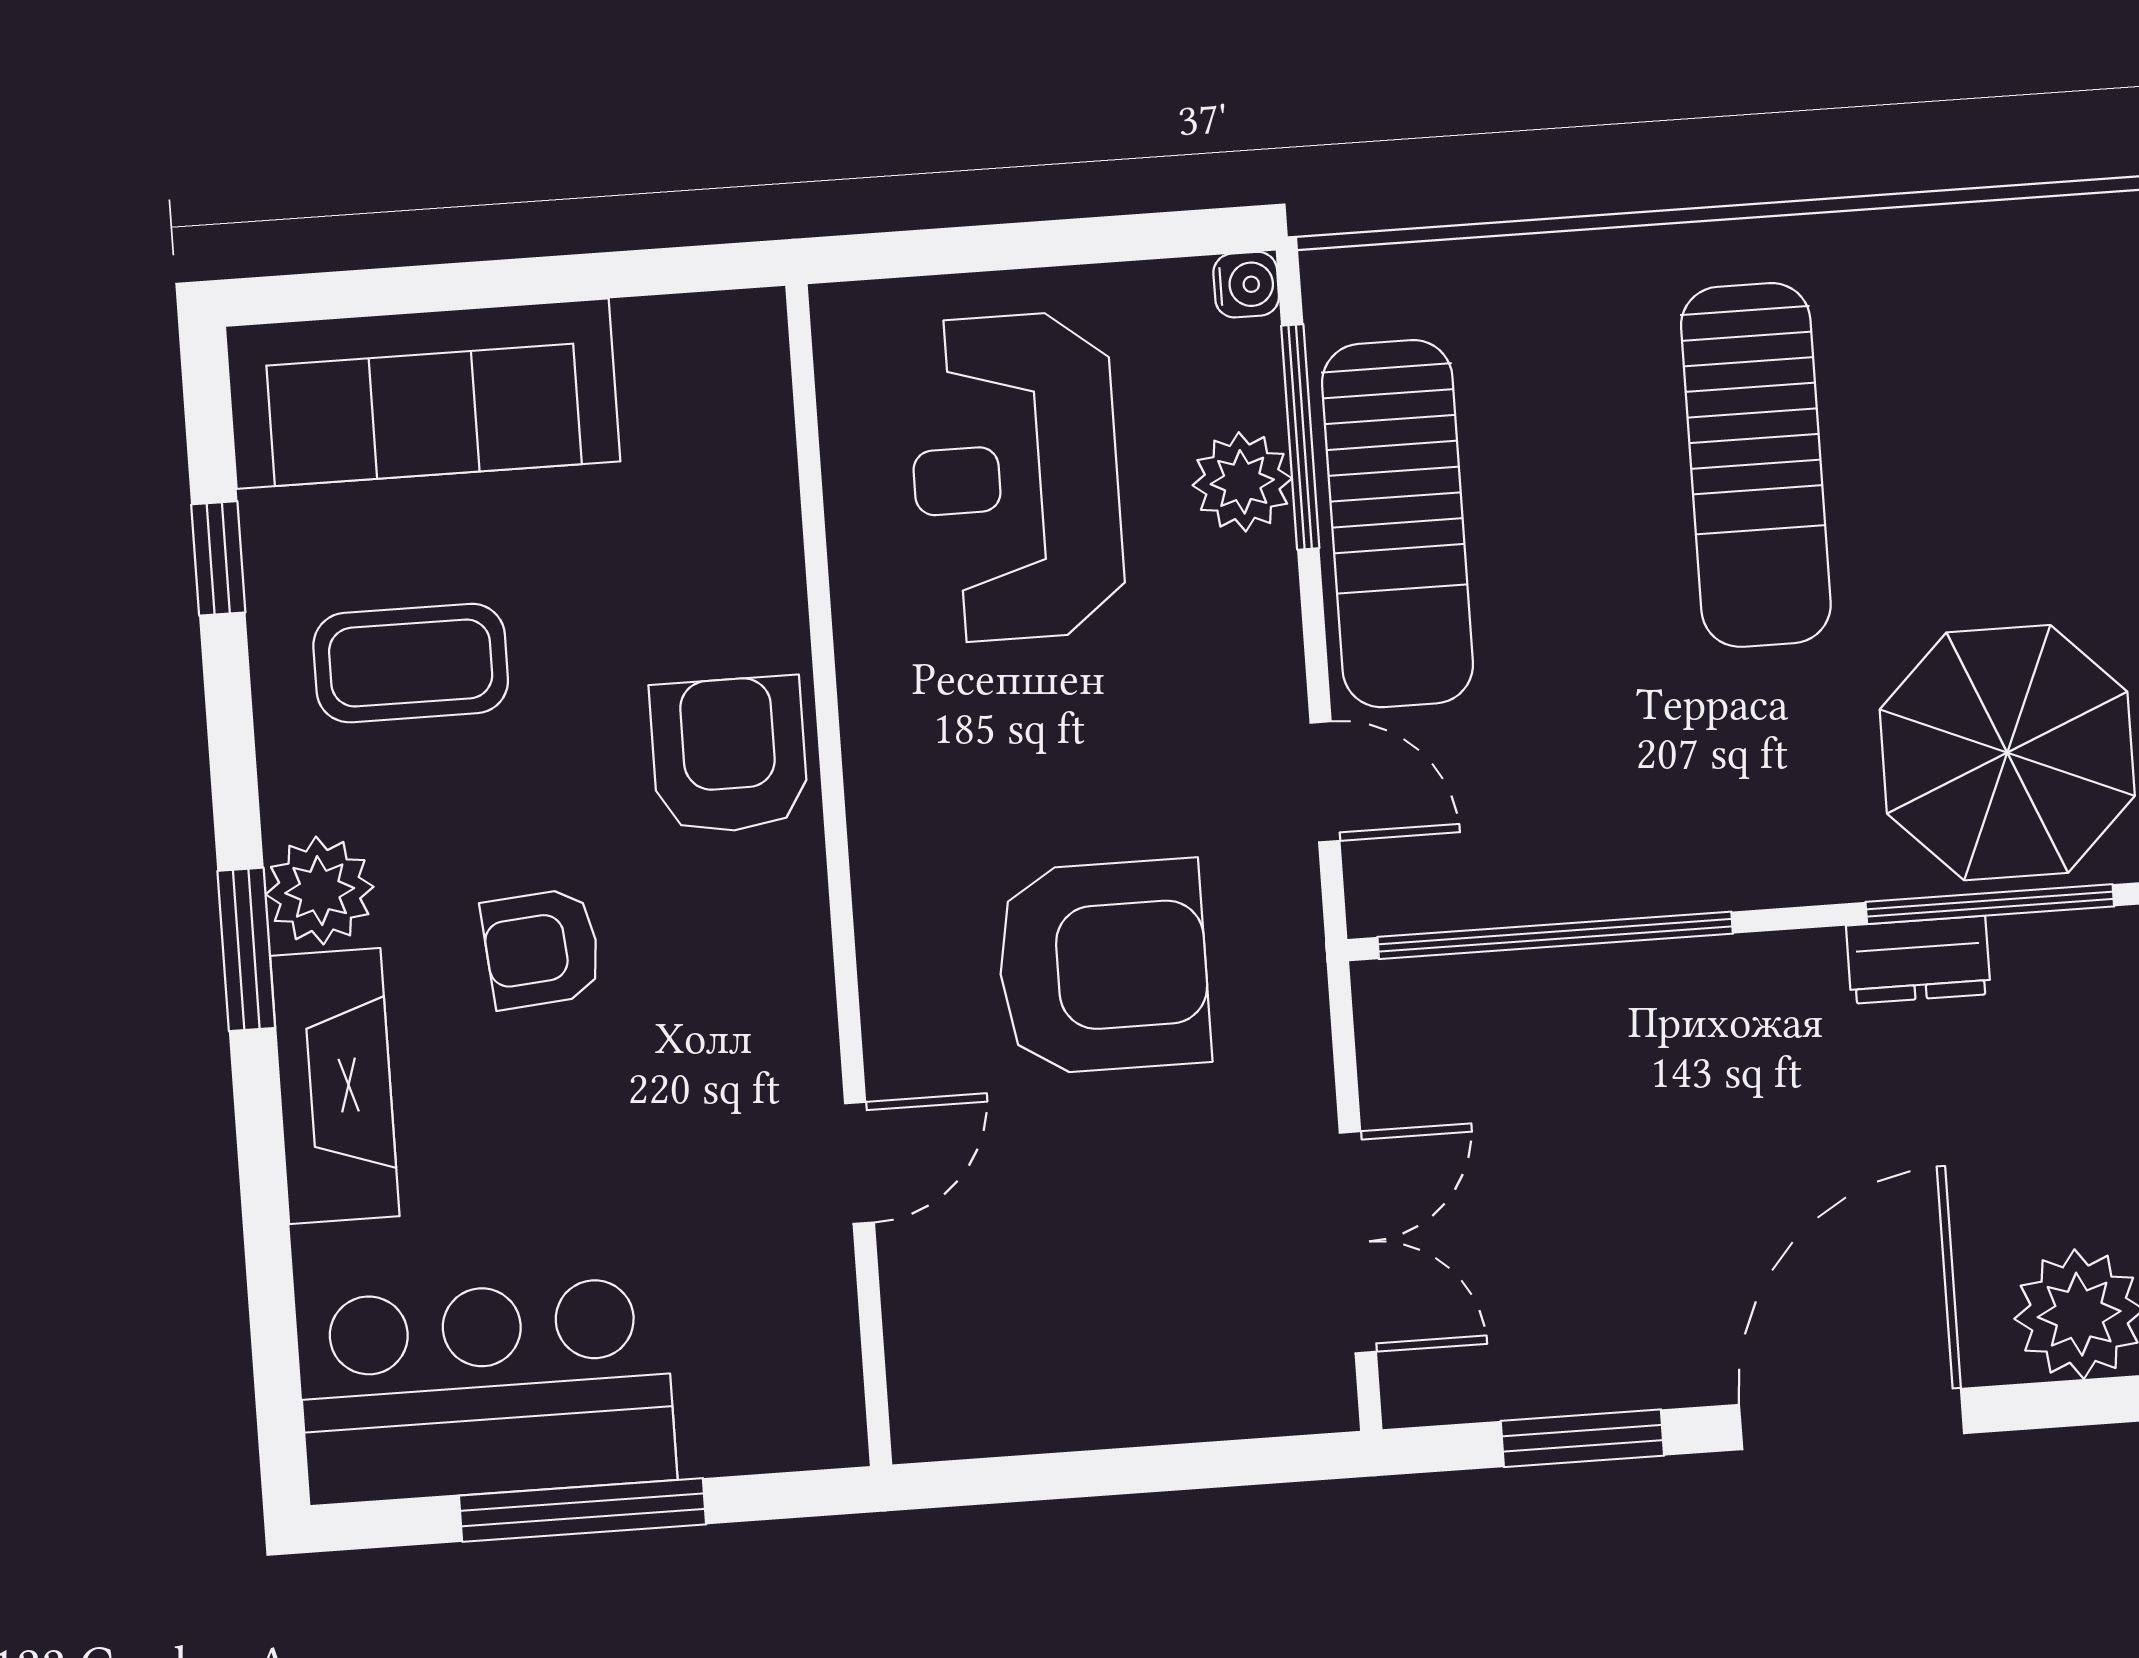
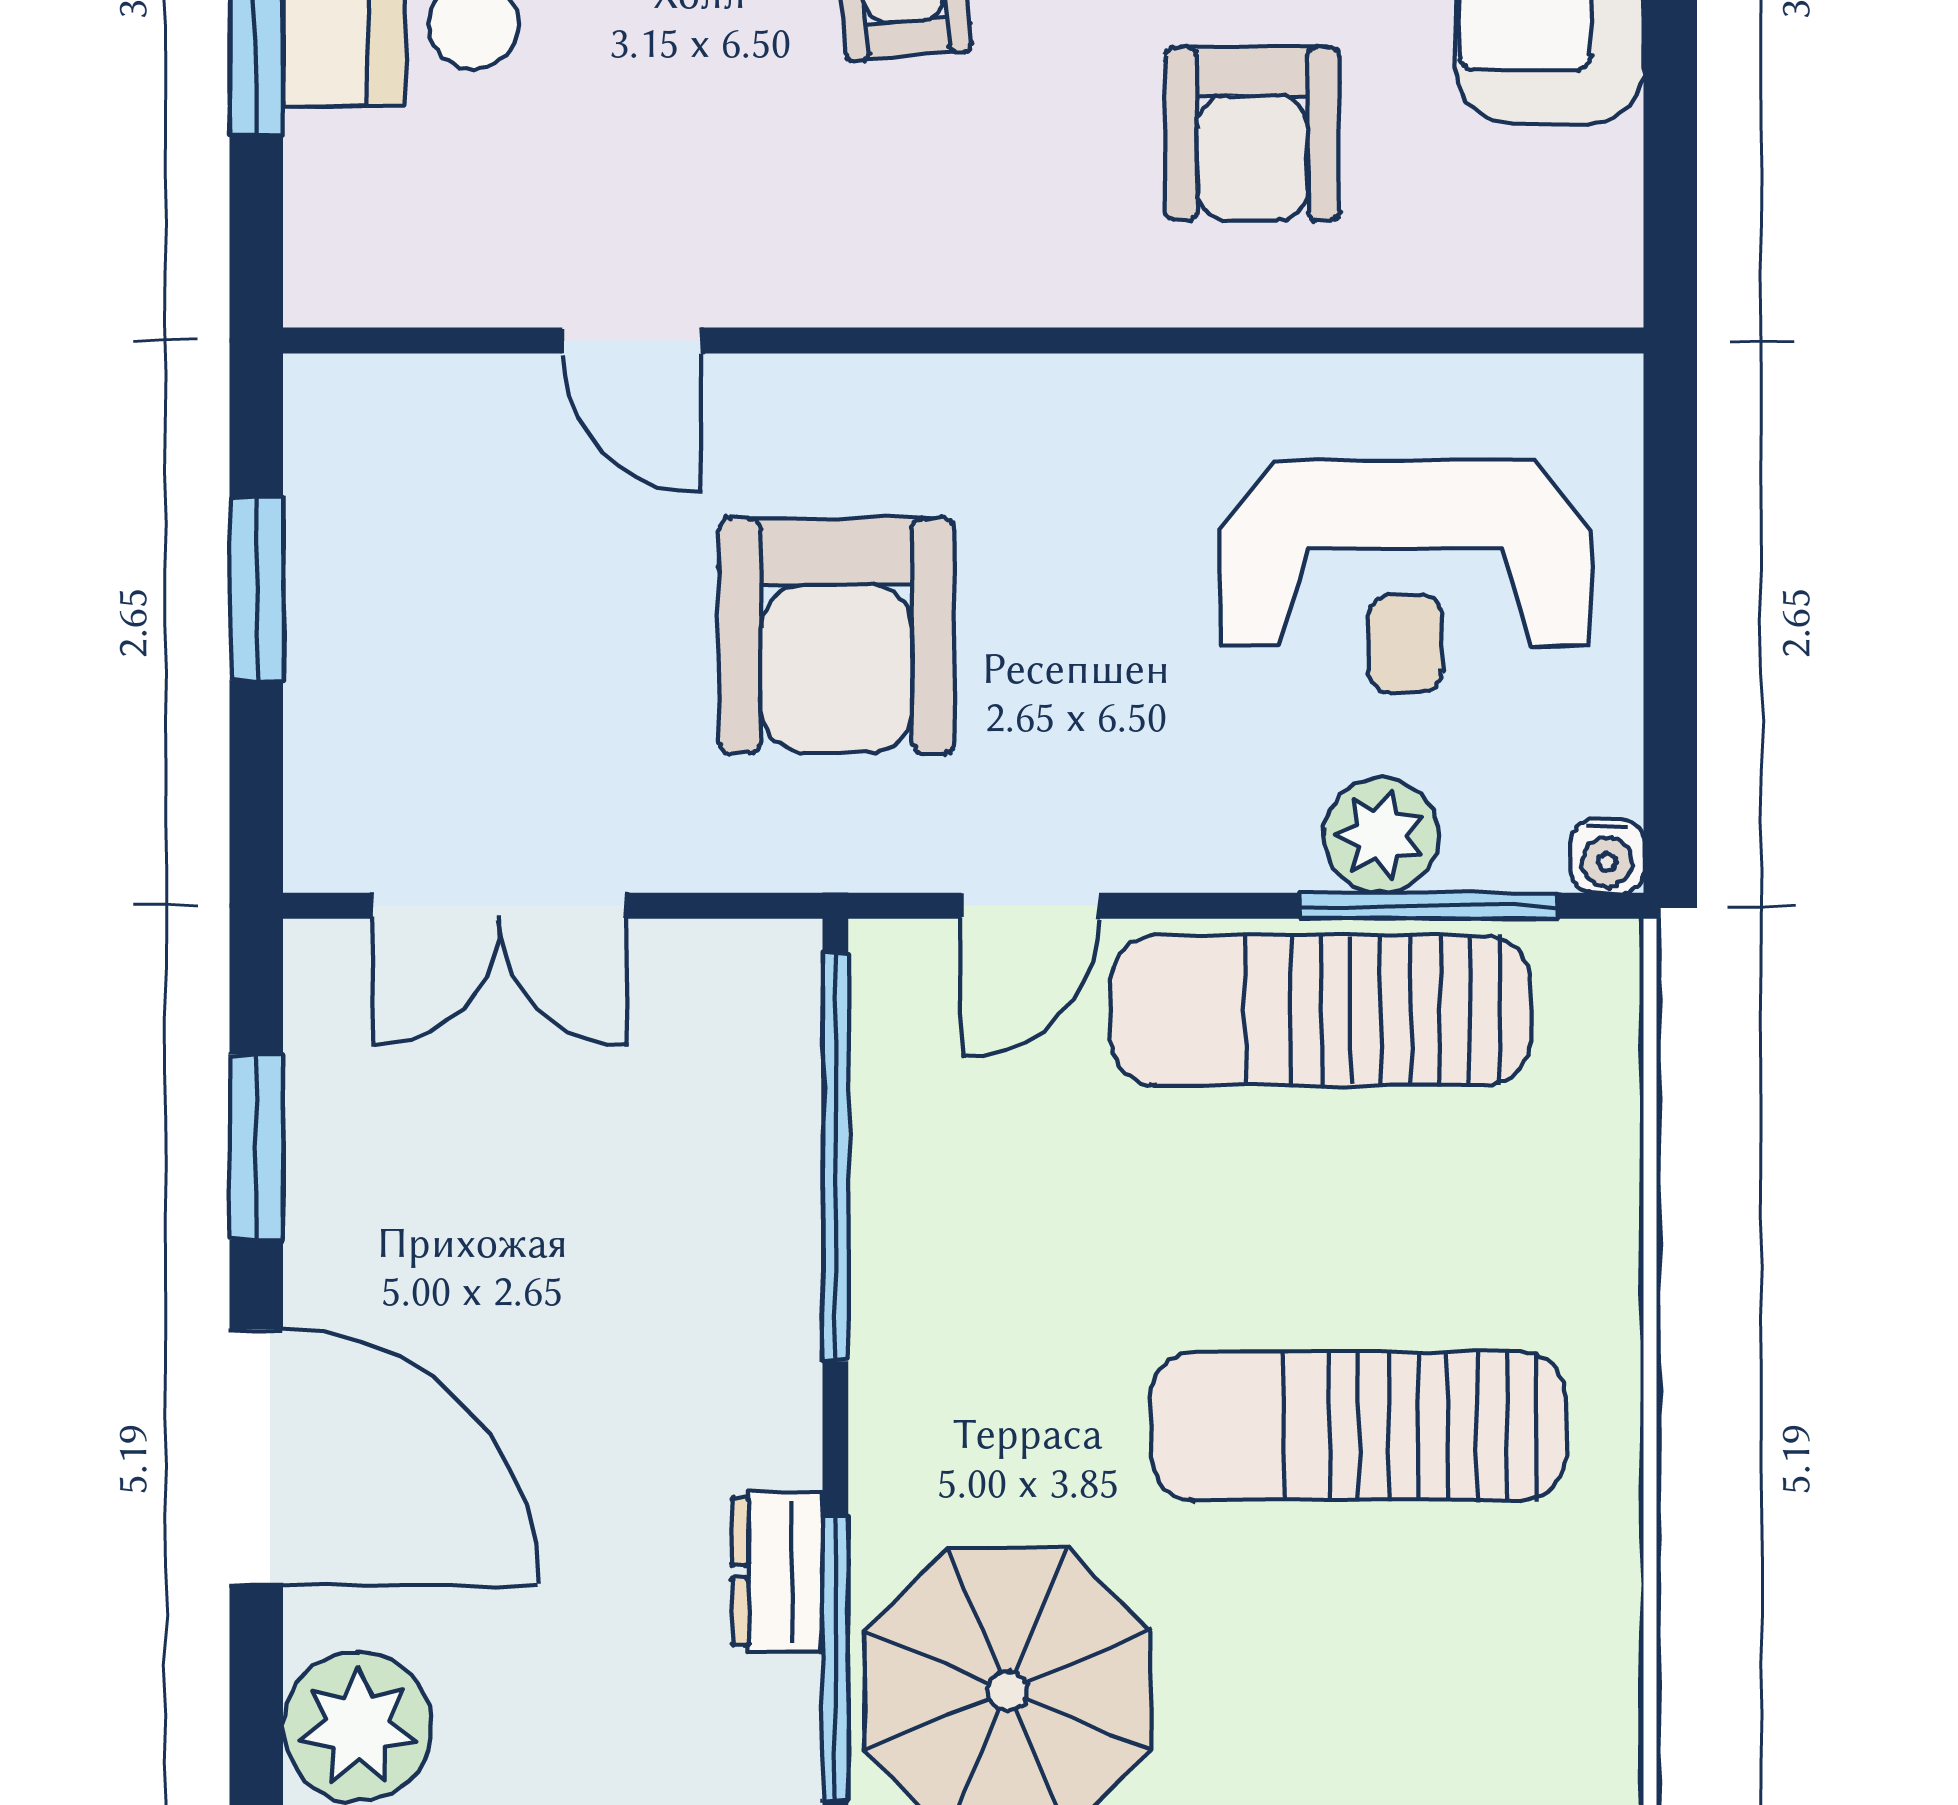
reception desk: (1016, 477) -> (1405, 576), turned 180
armchair: (729, 755) -> (1252, 134), moved, turned 90
window: (1098, 1473) -> (256, 589), added

